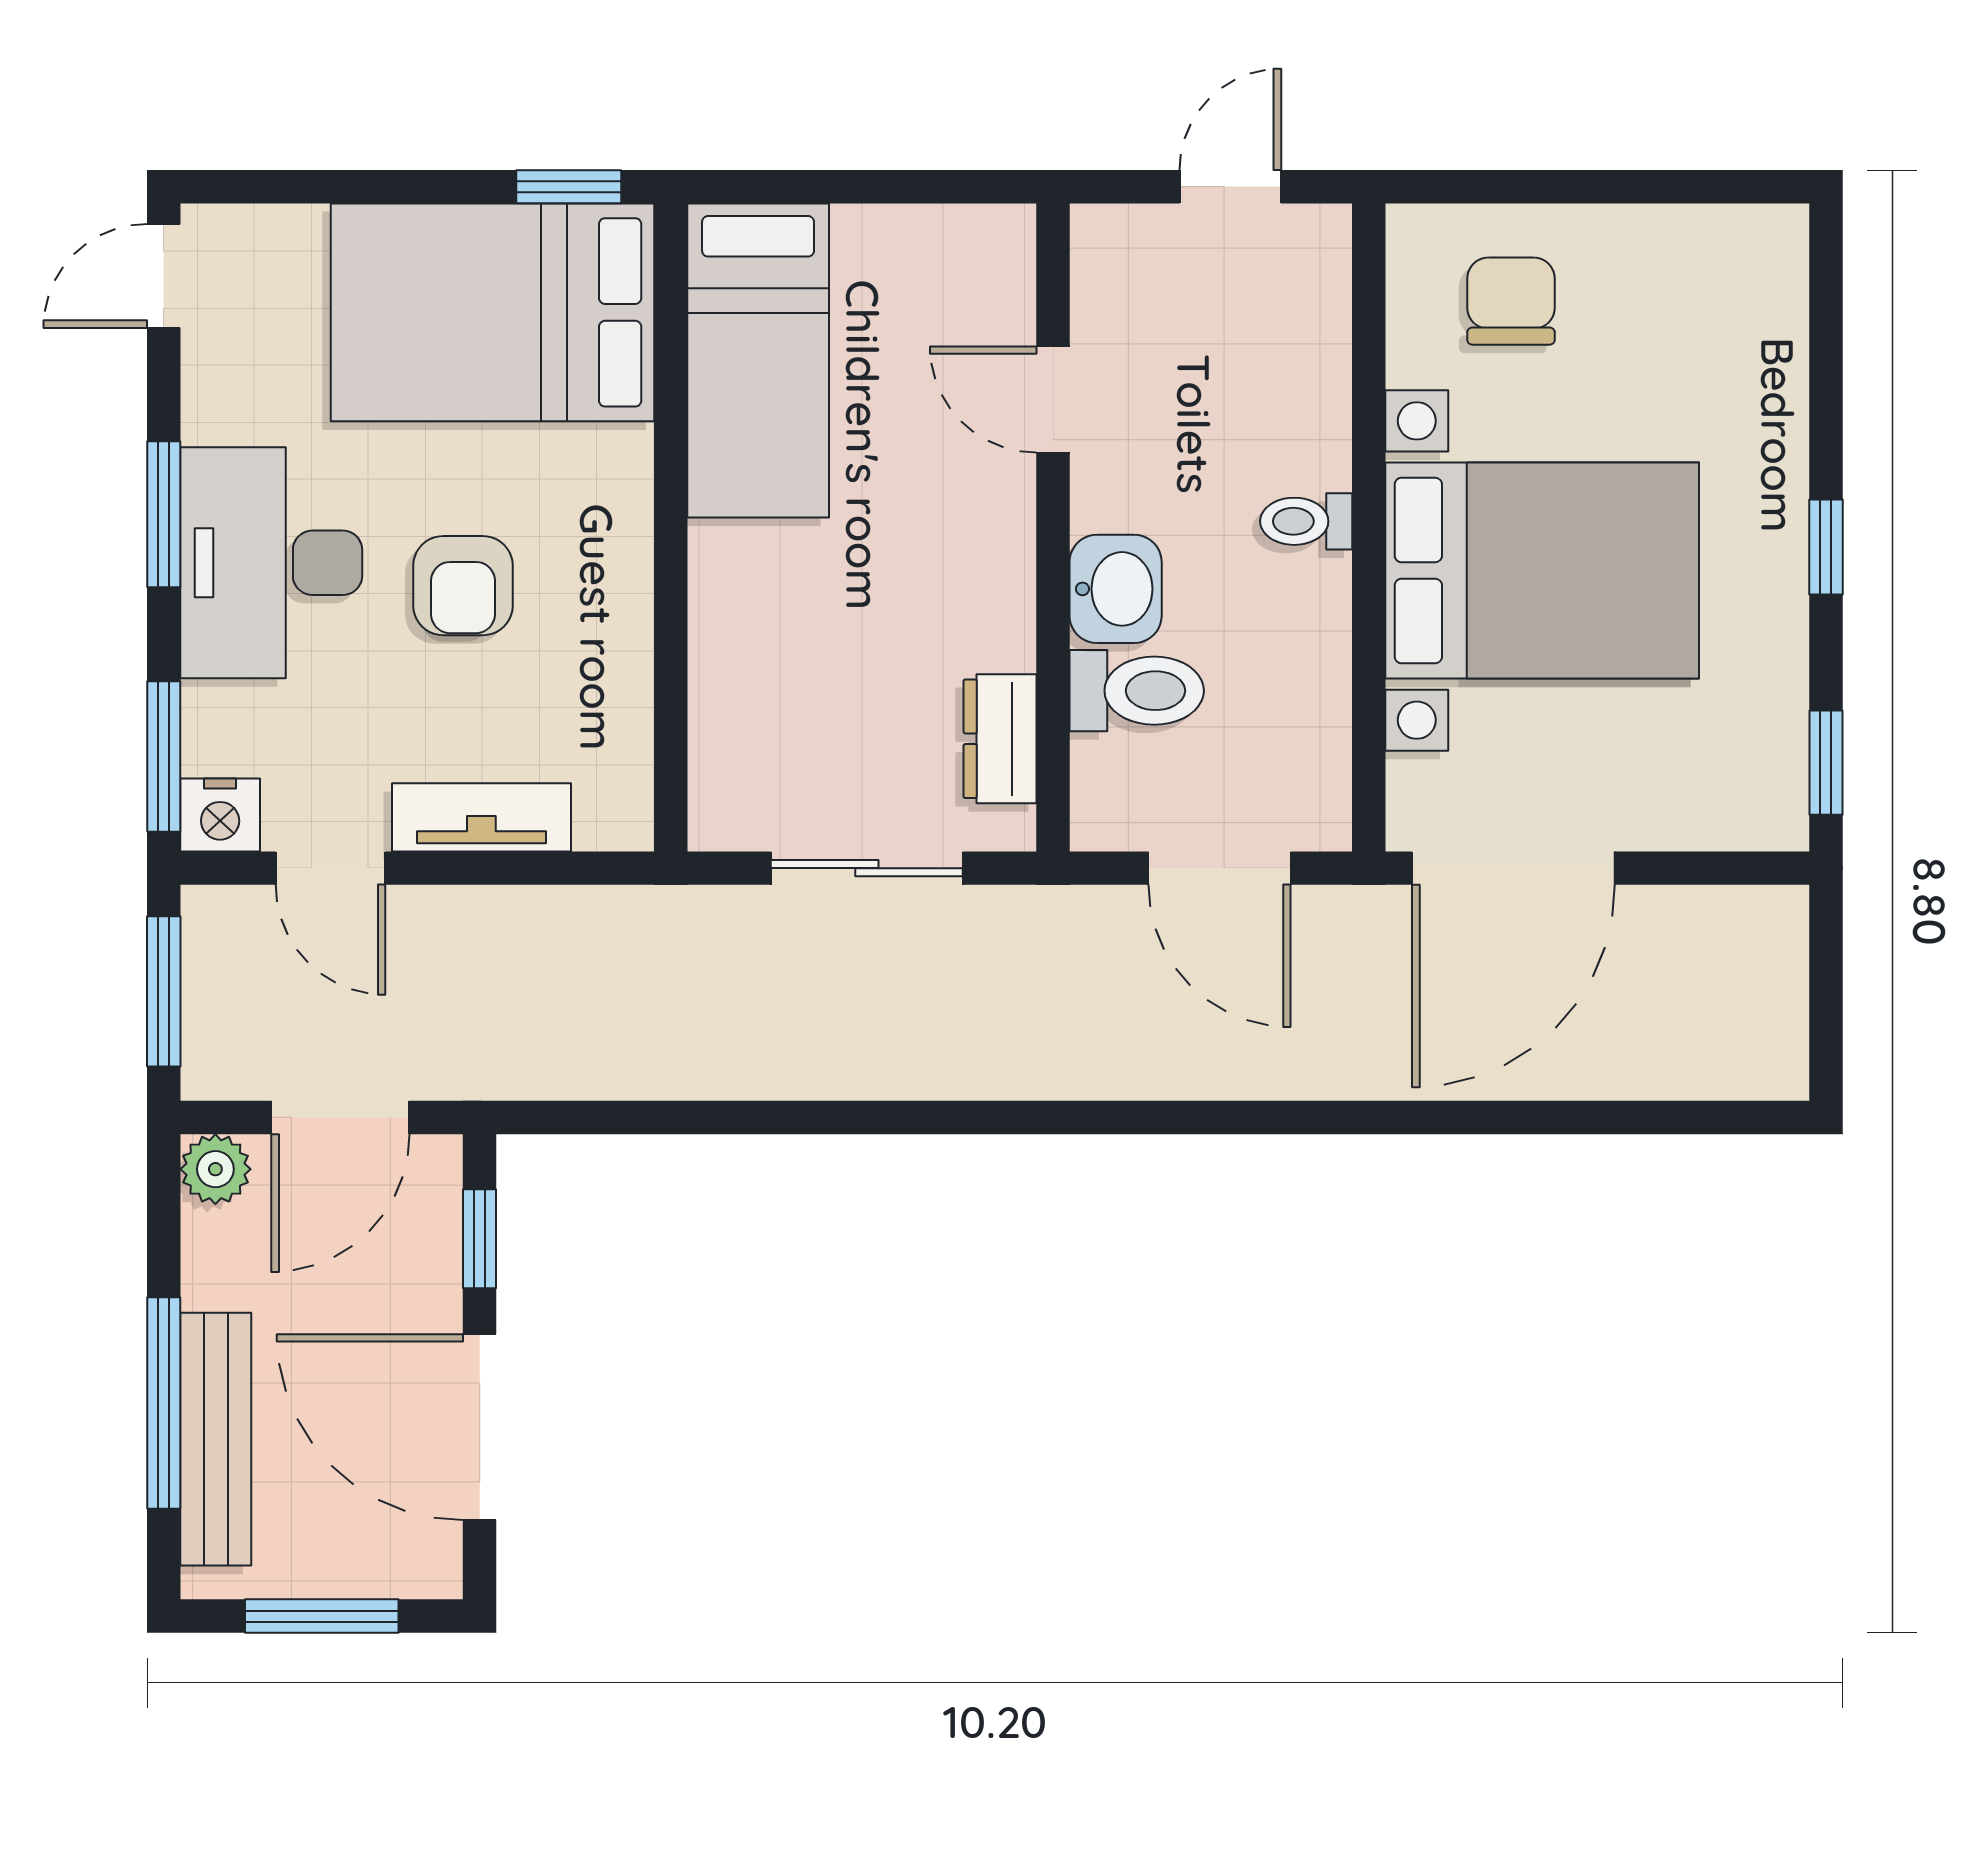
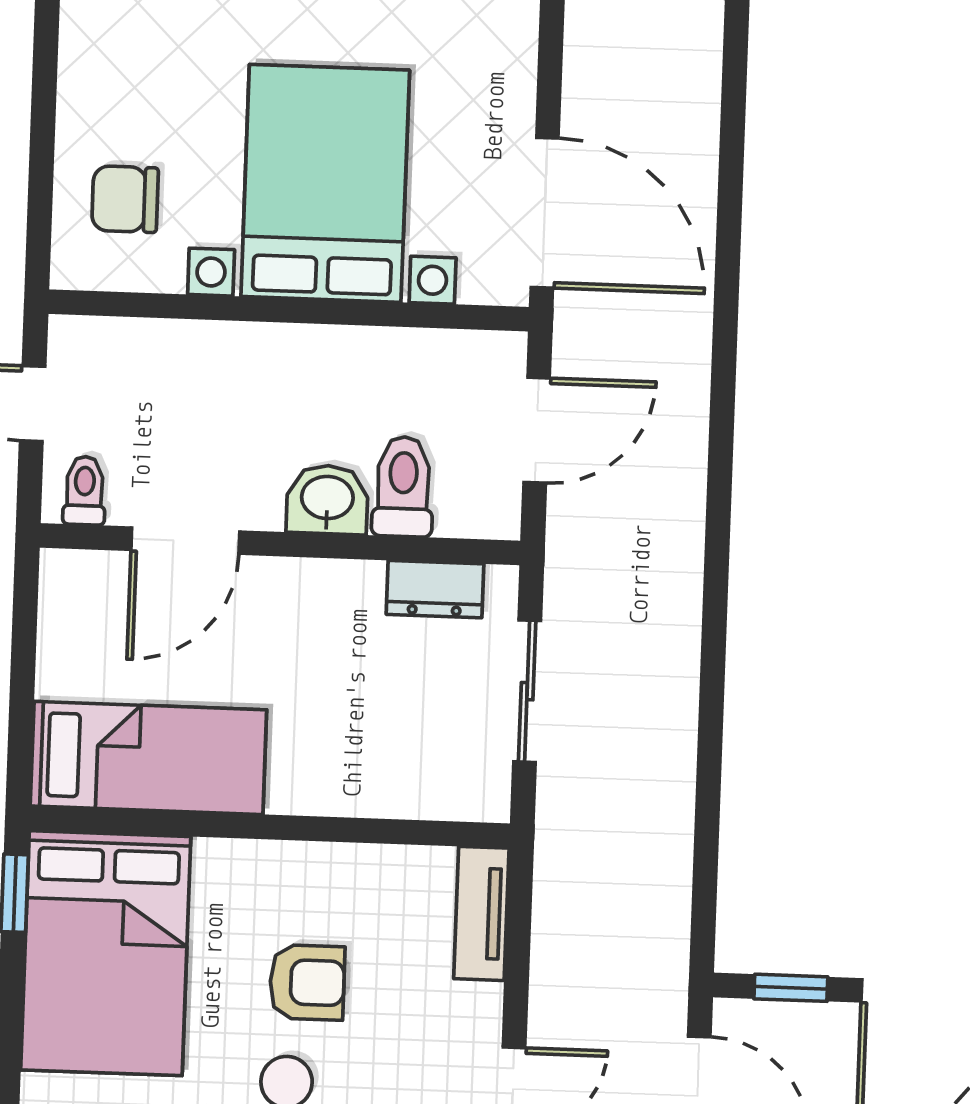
door: (1053, 399) -> (185, 541), width x1.38
toilet: (1306, 521) -> (85, 491), moved, turned 180
tv unit: (481, 817) -> (481, 913), moved

